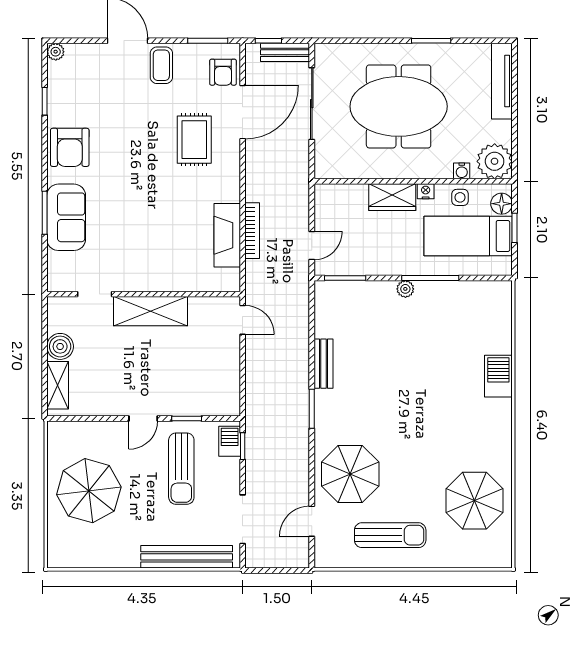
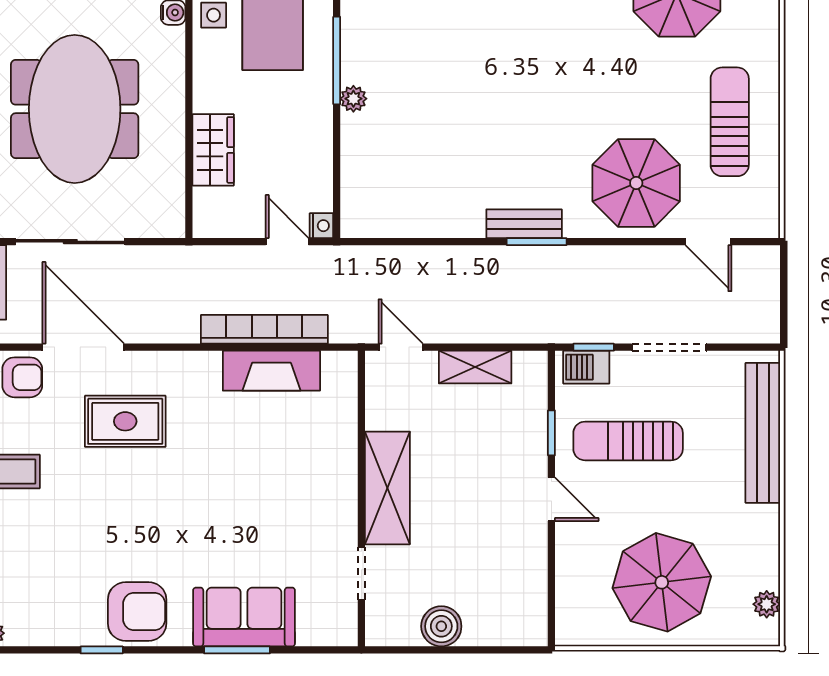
window: (45, 101) -> (102, 650), moved
nightstand: (426, 191) -> (321, 226), moved, turned 180
wardrobe: (392, 197) -> (213, 150), moved
bookcase: (252, 231) -> (264, 329), width x1.48, depth x1.31
window: (345, 278) -> (337, 191), removed
door: (243, 320) -> (401, 347), hinge flipped
bench: (324, 364) -> (524, 224), moved
shelving: (58, 385) -> (475, 367), moved
sun lounger: (181, 469) -> (628, 441), turned 180
doorway: (243, 519) -> (669, 347), moved
plant: (74, 559) -> (767, 604), added

